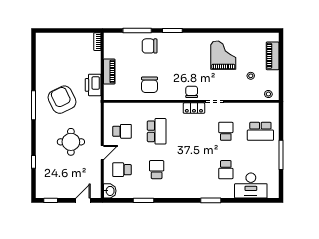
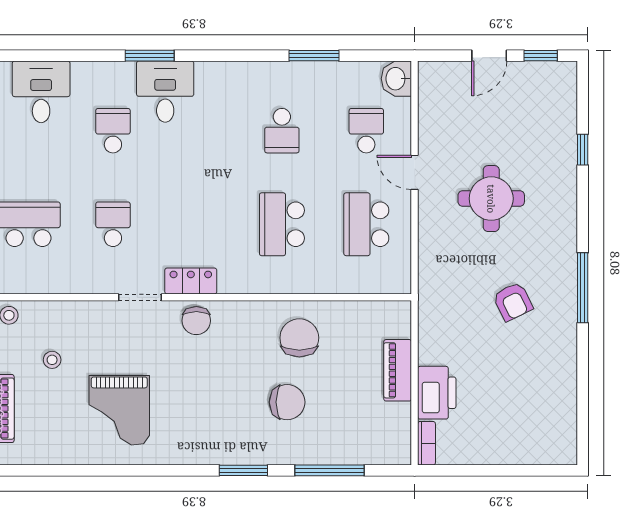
chair: (150, 46) -> (287, 402), moved
printer: (93, 85) -> (437, 393), moved
armchair: (62, 100) -> (513, 302), width x0.53, depth x0.53
school desk: (122, 131) -> (366, 224), width x1.85
school desk: (226, 131) -> (113, 224), turned 180
door: (102, 153) -> (415, 172), hinge flipped
school desk: (122, 170) -> (366, 131), turned -90
desk: (204, 186) -> (165, 92), added
desk: (251, 186) -> (41, 92), width x0.73
door: (83, 200) -> (489, 56), moved

